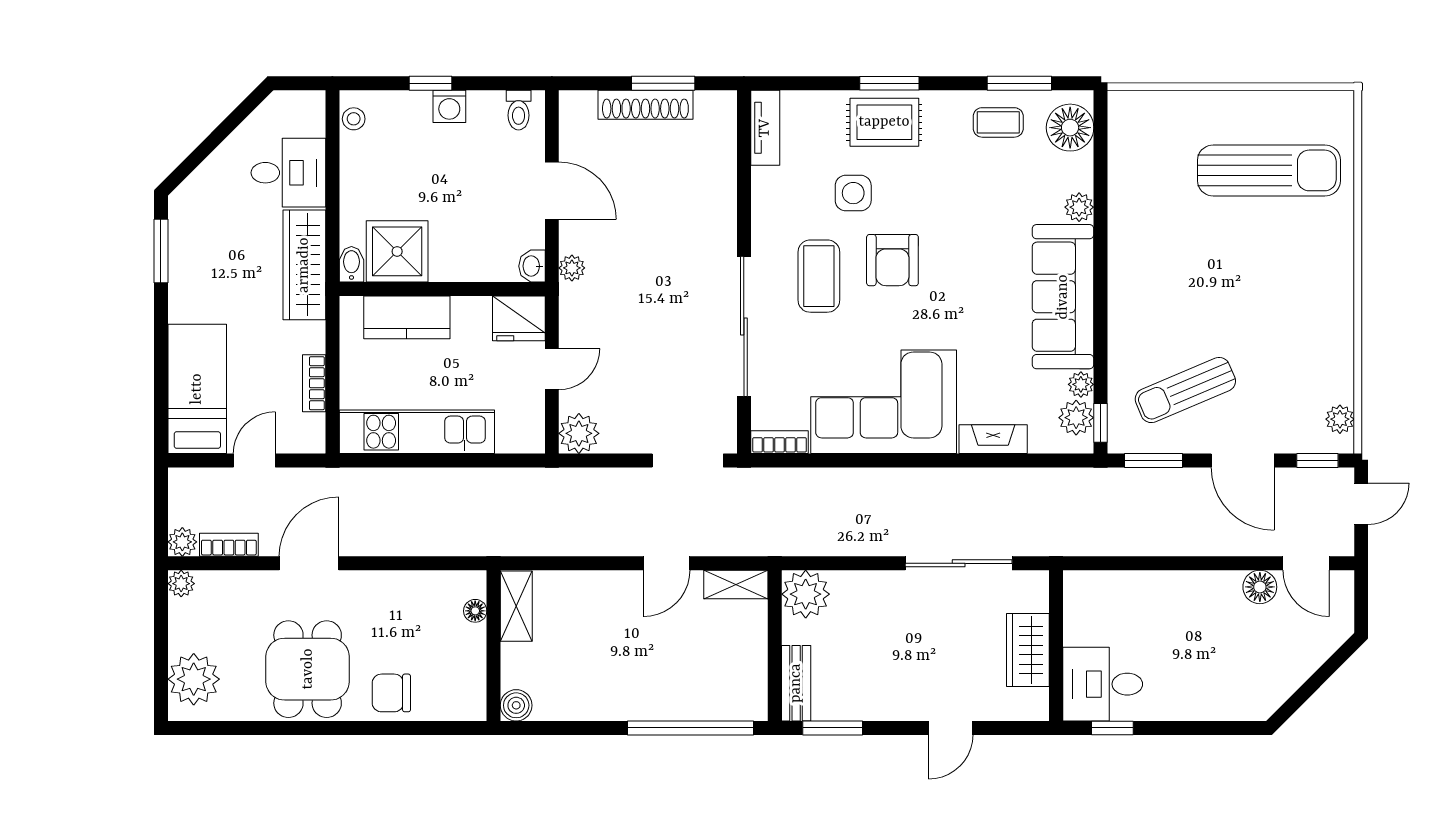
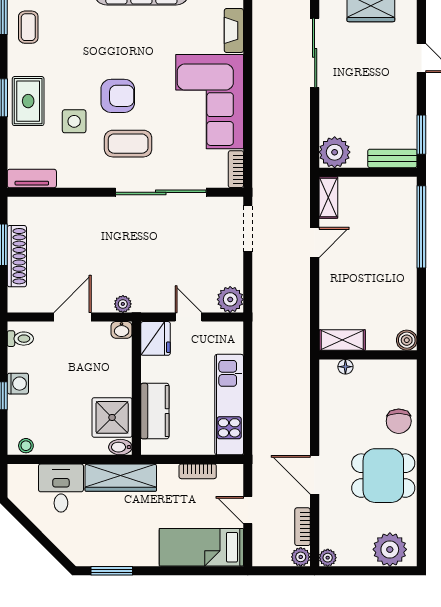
door: (667, 563) -> (315, 243), hinge flipped

